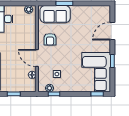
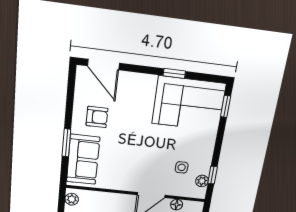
door: (112, 31) -> (103, 65), moved
armchair: (50, 39) -> (97, 117), moved

